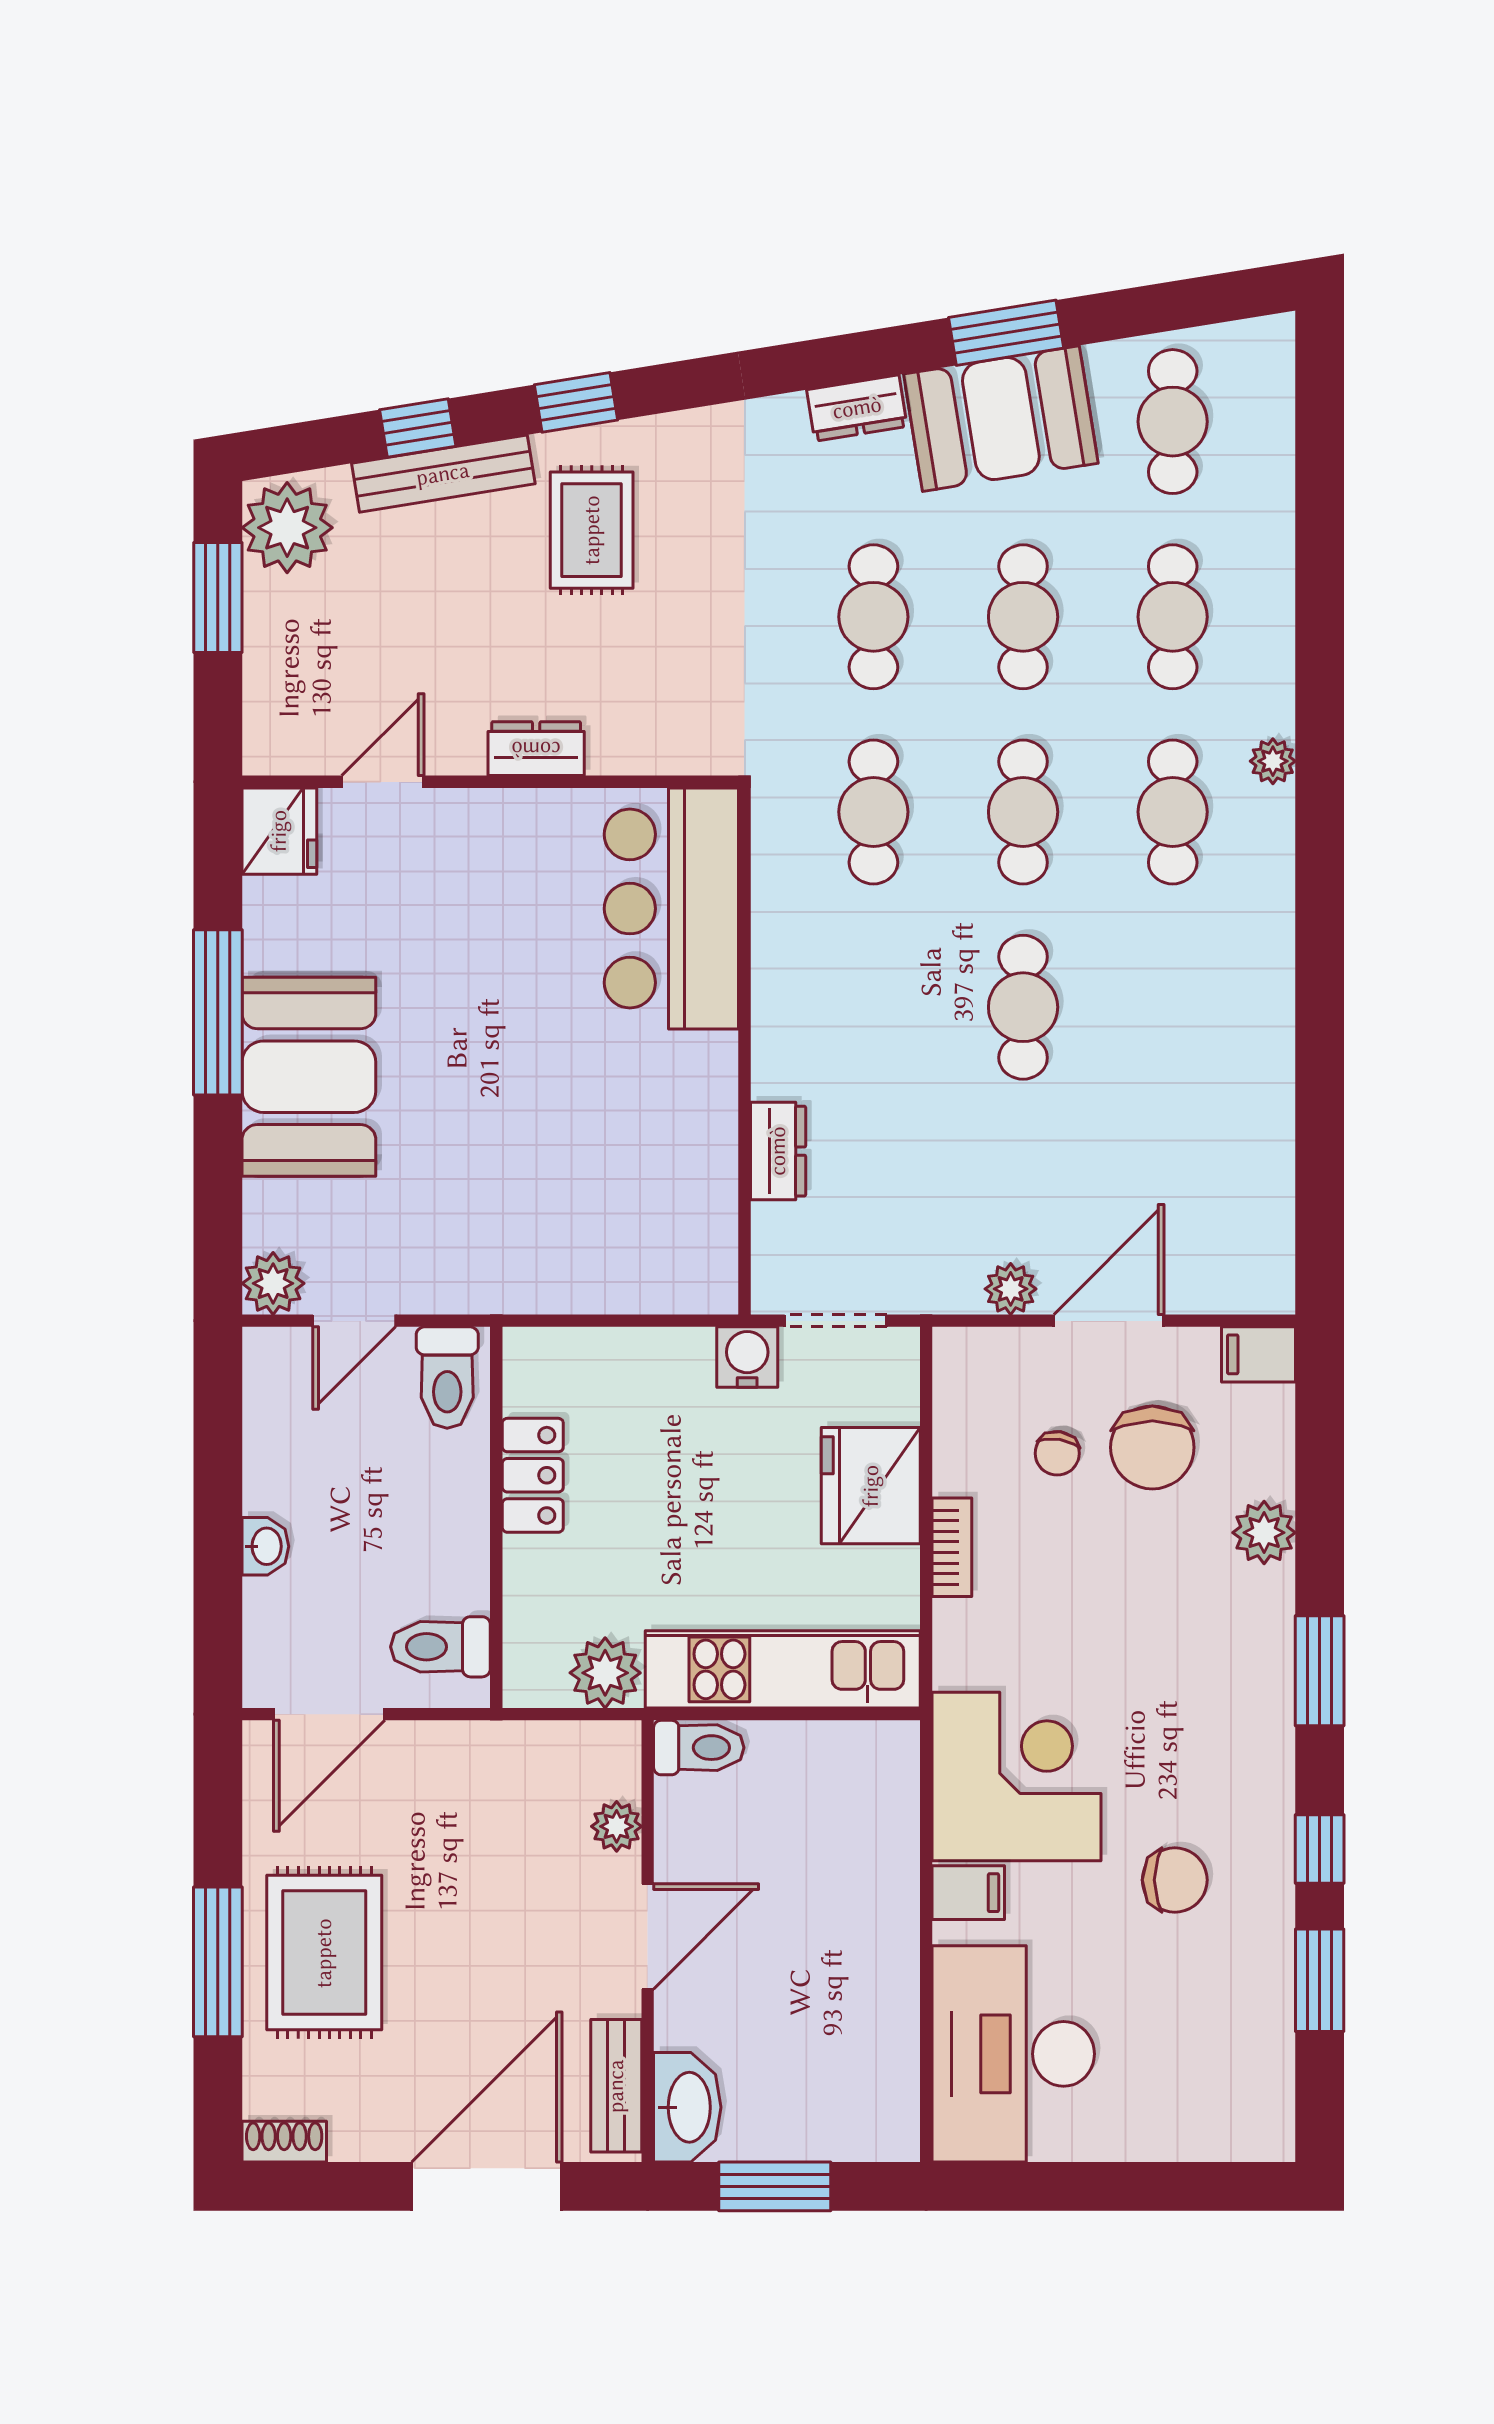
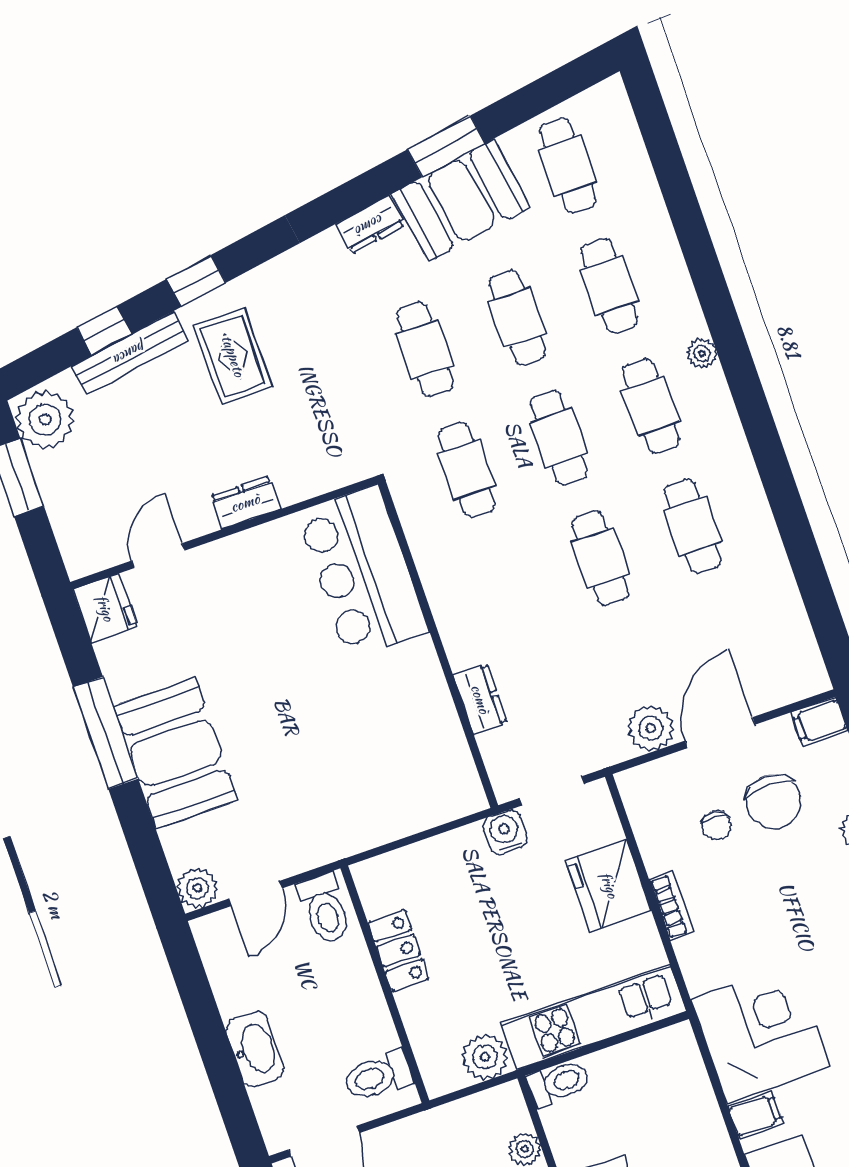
cafe table: (1173, 1007) -> (692, 526), added
plant: (1011, 1289) -> (651, 728), width x1.38, depth x1.38
washbasin: (265, 1546) -> (255, 1049), width x1.91, depth x1.45

